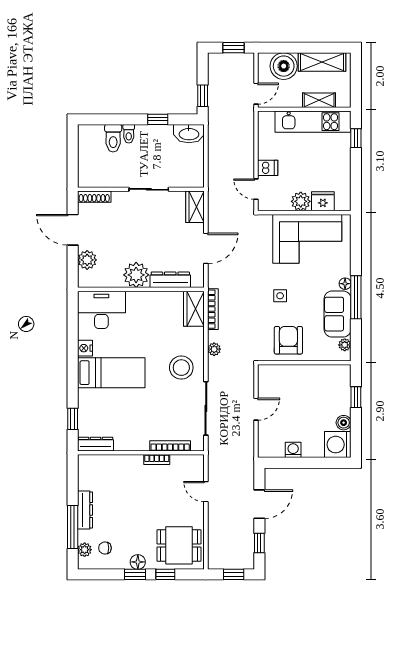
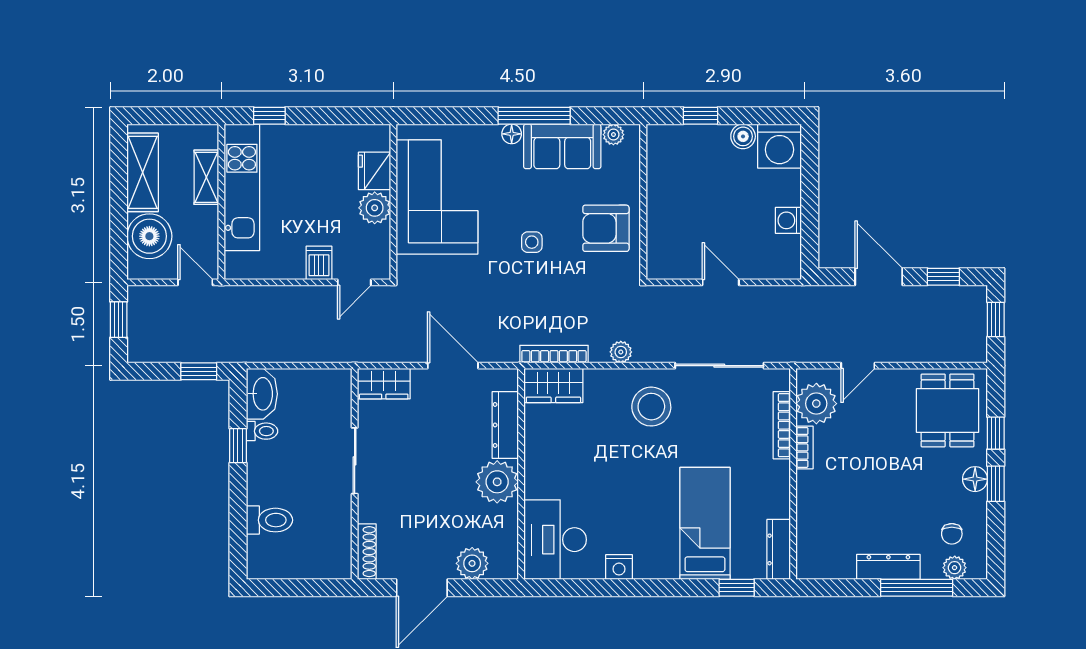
toilet: (129, 134) -> (262, 431), moved
bed: (111, 373) -> (705, 523), moved
plant: (183, 467) -> (816, 404), added

